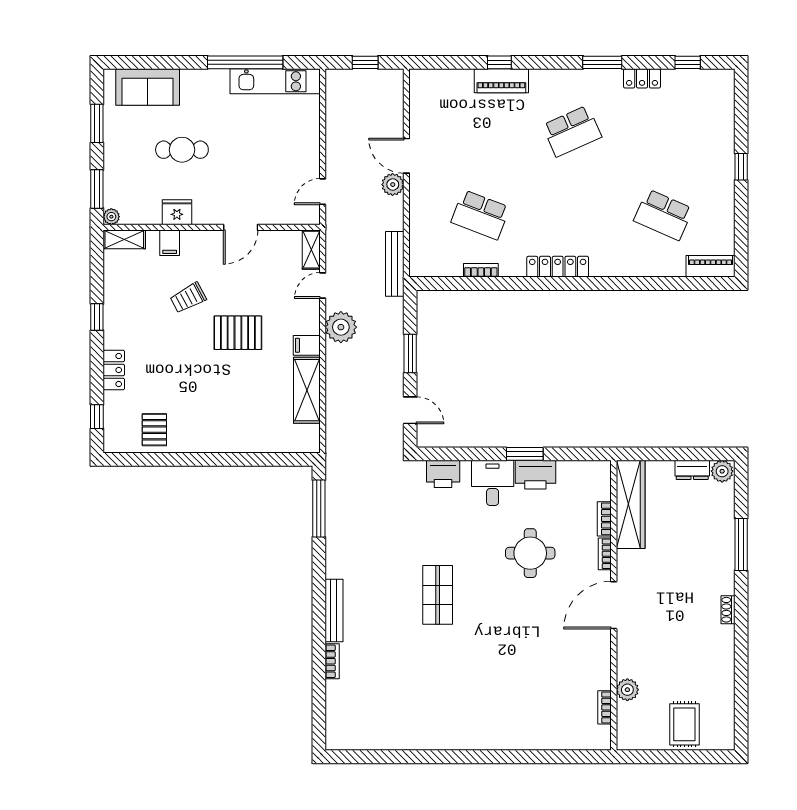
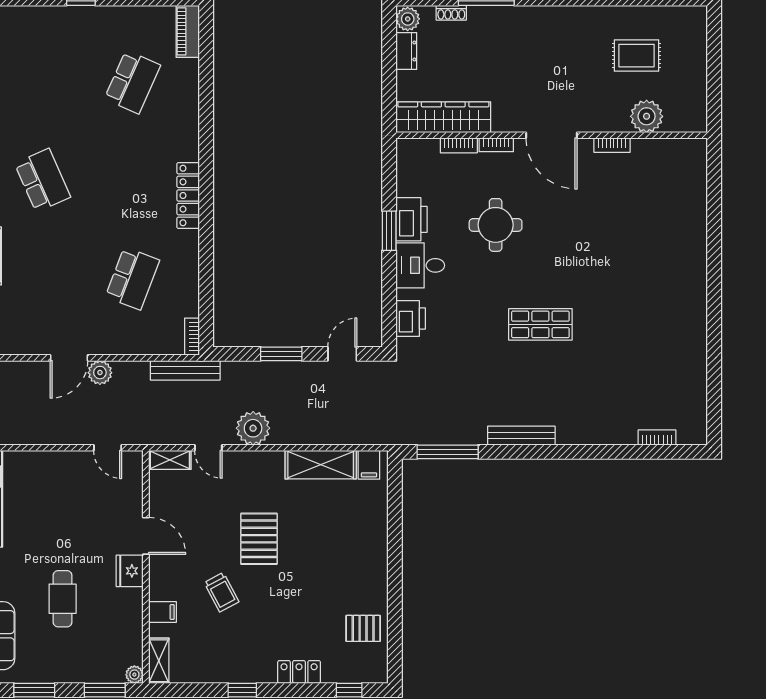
fridge: (177, 212) -> (130, 571), moved
bookcase: (481, 270) -> (192, 337), moved
filing cabinet: (307, 345) -> (369, 465), moved
shoe rack: (728, 610) -> (451, 13), moved
bench: (334, 611) -> (521, 436), moved
bookcase: (332, 661) -> (657, 438), moved
plant: (627, 690) -> (647, 116), width x1.36, depth x1.36
bookcase: (605, 707) -> (612, 145), moved
rug: (684, 724) -> (637, 56), moved

